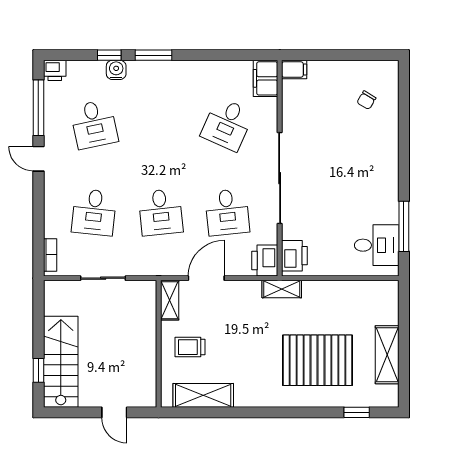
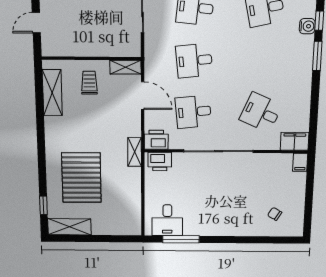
shelving: (387, 355) -> (69, 227), moved

